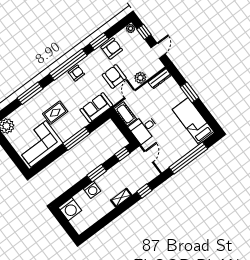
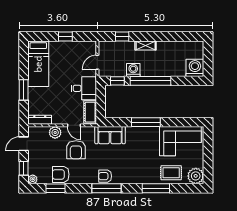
window: (99, 41) -> (56, 188), moved
window: (68, 65) -> (106, 188), width x0.68
door: (130, 94) -> (74, 125), hinge flipped
rug: (55, 113) -> (171, 173), moved
window: (188, 158) -> (65, 36), width x0.32
window: (97, 173) -> (151, 81), width x2.11
washing machine: (92, 190) -> (133, 70), moved

